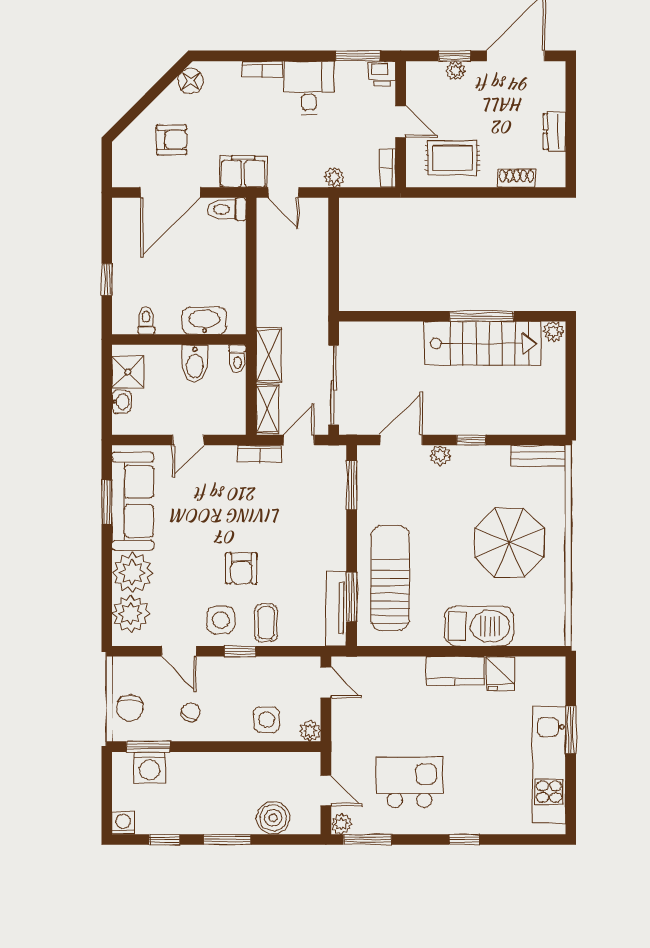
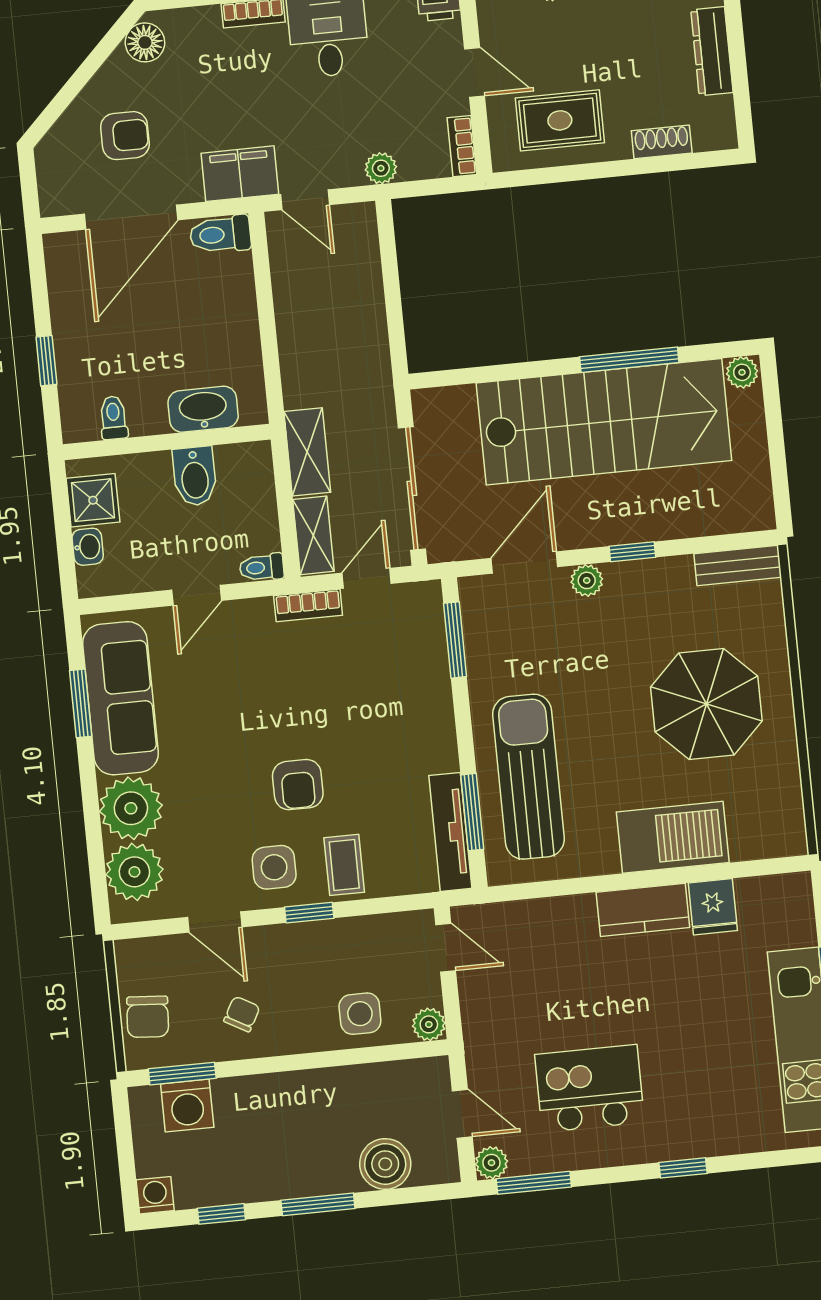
dresser: (555, 132) -> (712, 51), width x1.44
stairs: (483, 343) -> (604, 422), width x1.36, depth x1.51
toilet: (237, 359) -> (262, 567), moved, turned 90

